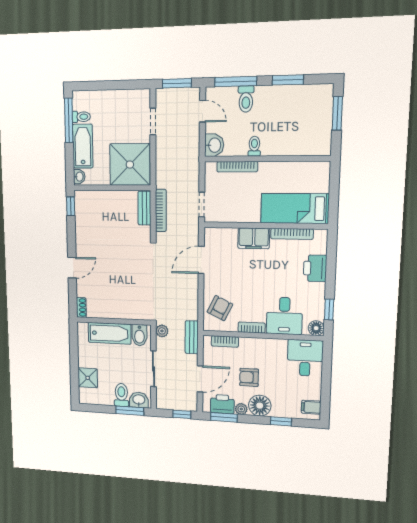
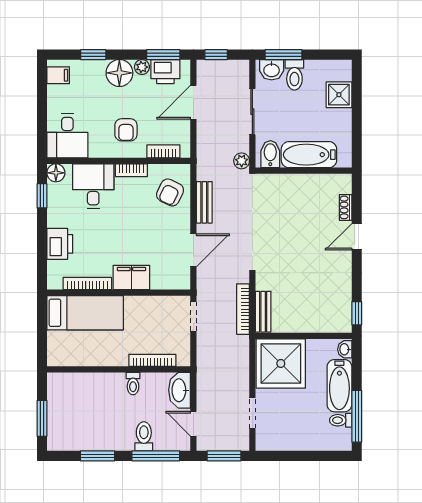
washbasin: (214, 145) -> (180, 390), width x1.38
shoe rack: (81, 307) -> (346, 207), moved
bench: (192, 337) -> (204, 202), moved
armchair: (249, 377) -> (126, 130), moved, turned 90

